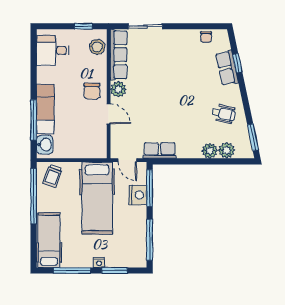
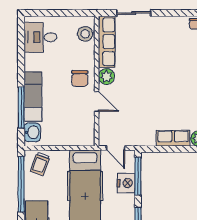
window: (83, 26) -> (71, 13), removed
row of seats: (160, 151) -> (173, 138), moved

